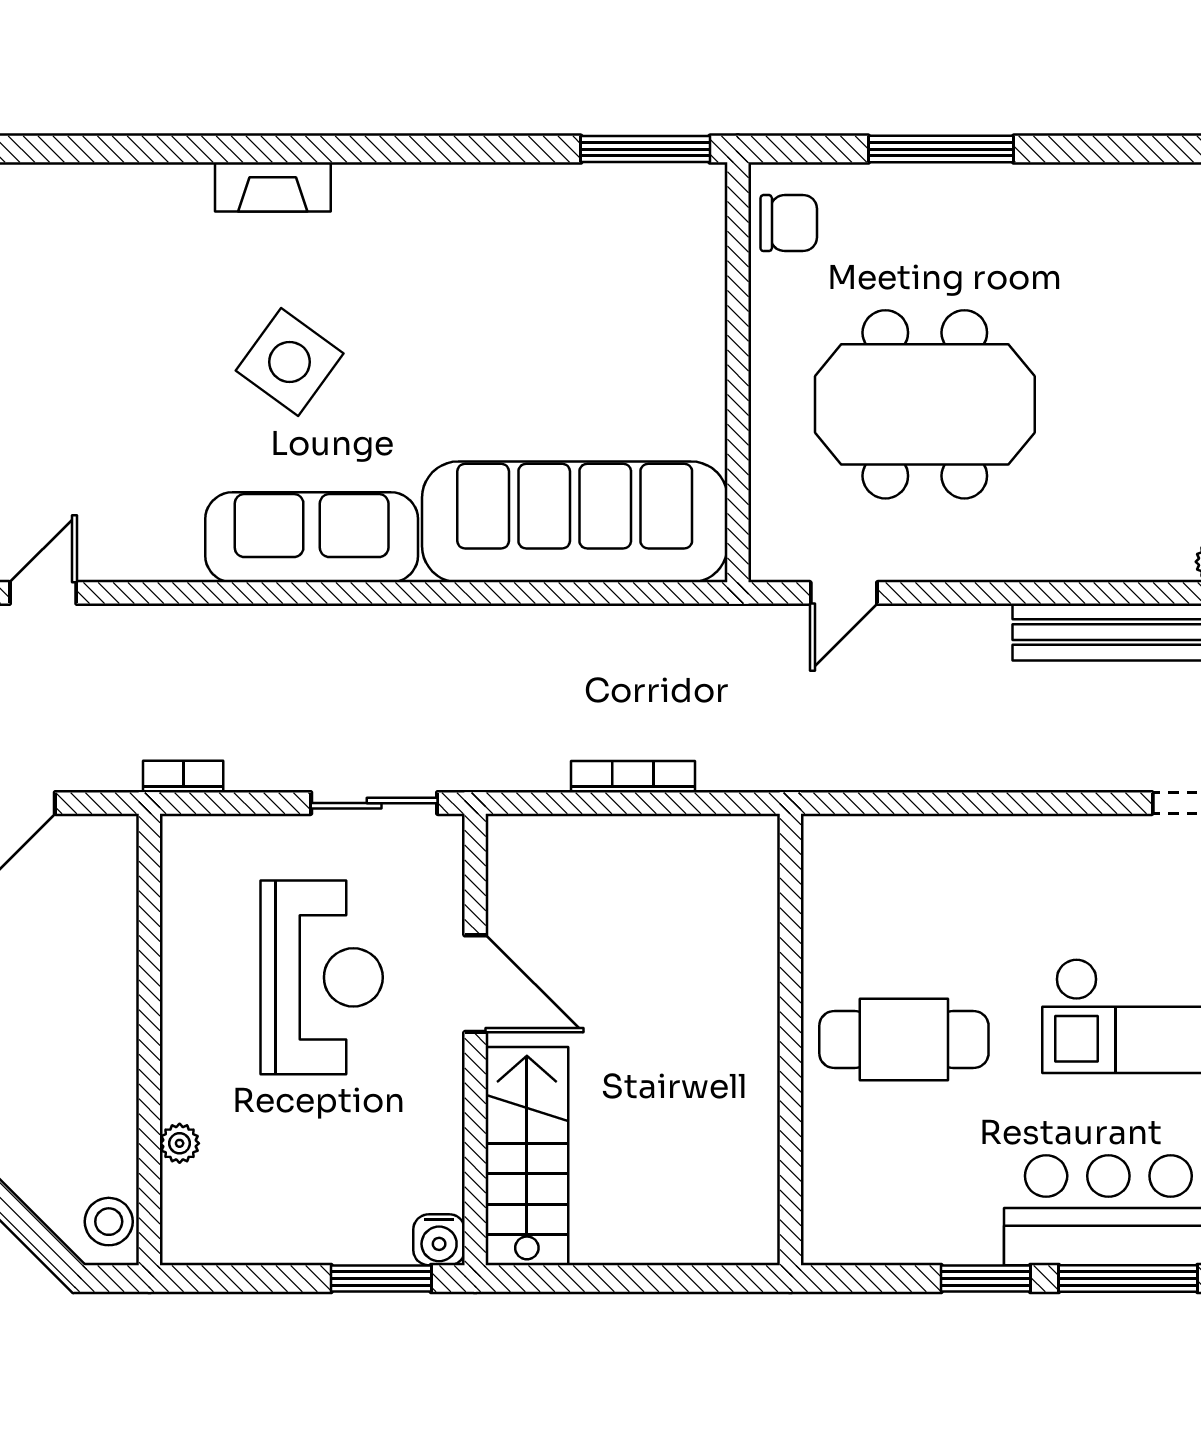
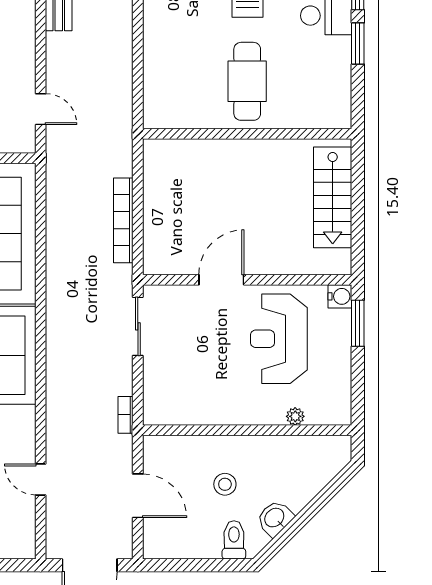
bookcase: (633, 777) -> (123, 220), width x1.48, depth x1.31
reception desk: (322, 977) -> (279, 339), moved, turned -90
stairs: (527, 1156) -> (333, 197), moved, turned -90
stool: (109, 1222) -> (225, 484), moved

